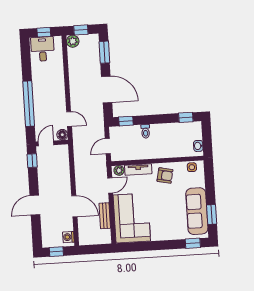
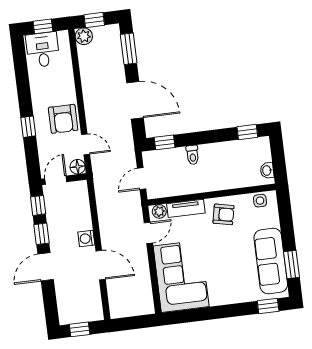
armchair: (54, 100) -> (63, 119), added
window: (29, 104) -> (28, 127), width x0.32
window: (33, 181) -> (42, 234), added
bench: (105, 216) -> (143, 275), removed
washing machine: (68, 237) -> (86, 238), moved

